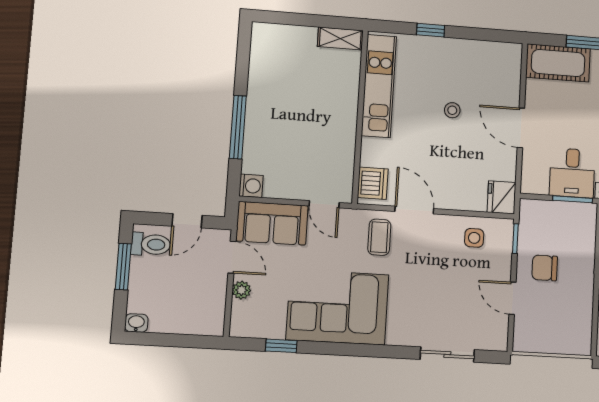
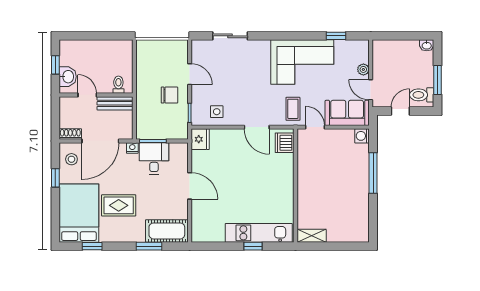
kitchen unit: (379, 86) -> (259, 233), moved, turned 90
stool: (452, 110) -> (236, 194), removed
coffee table: (379, 237) -> (293, 109), moved

